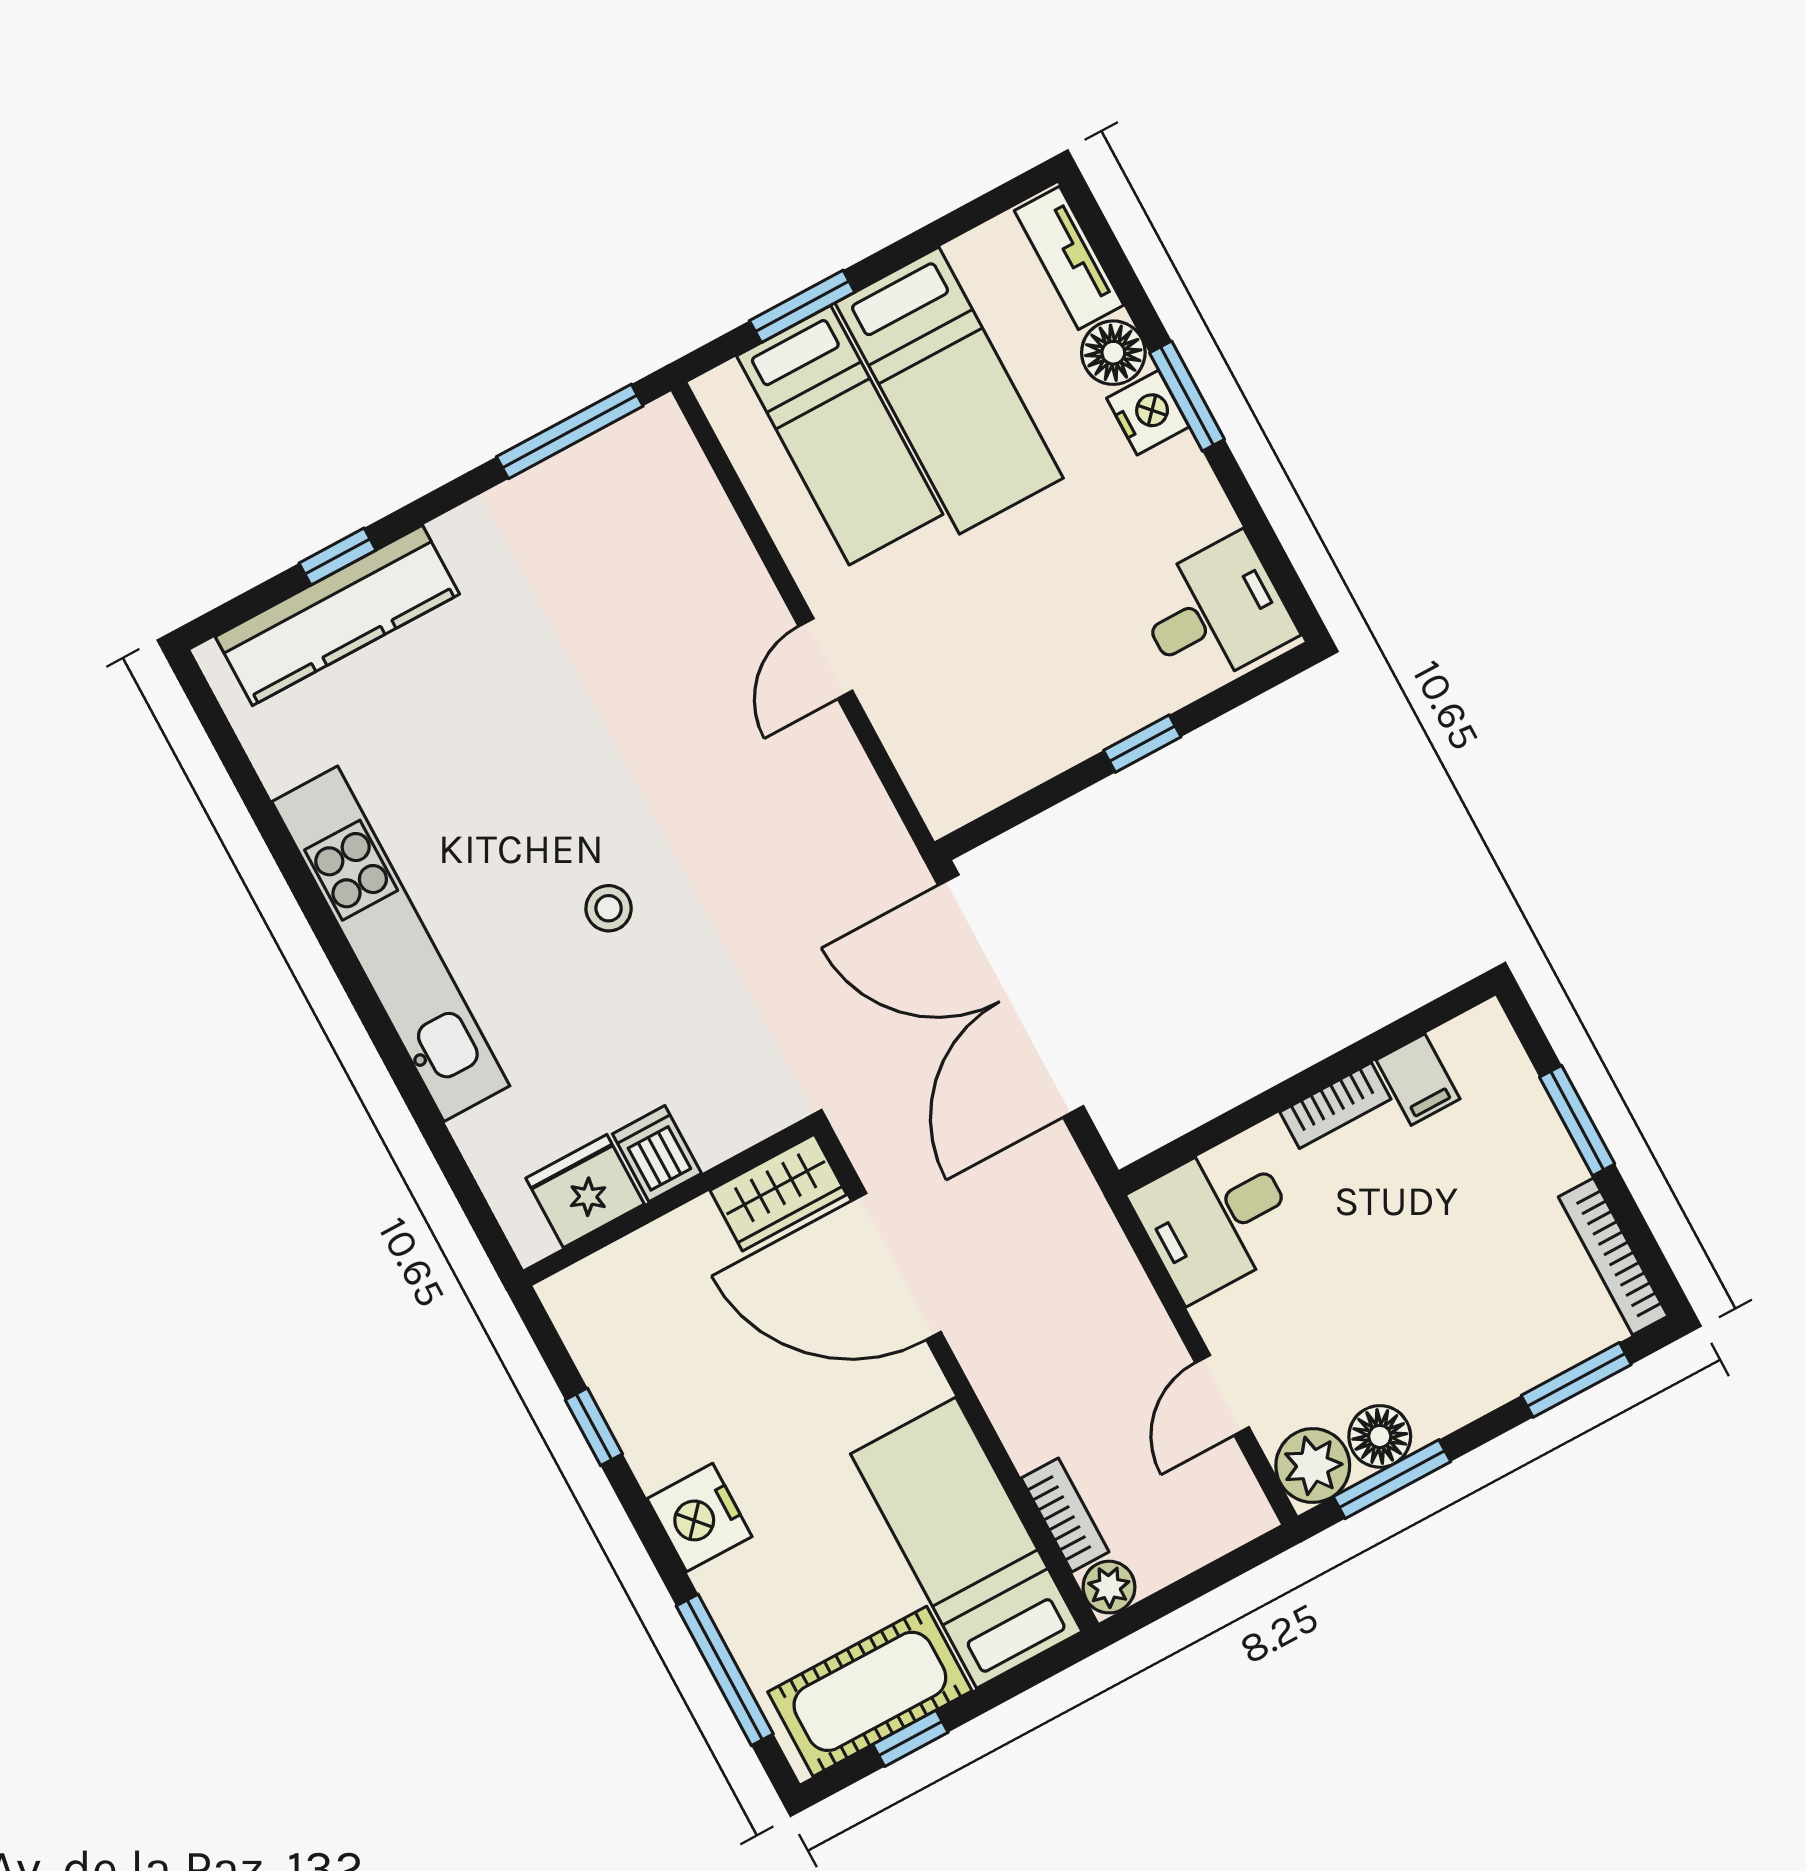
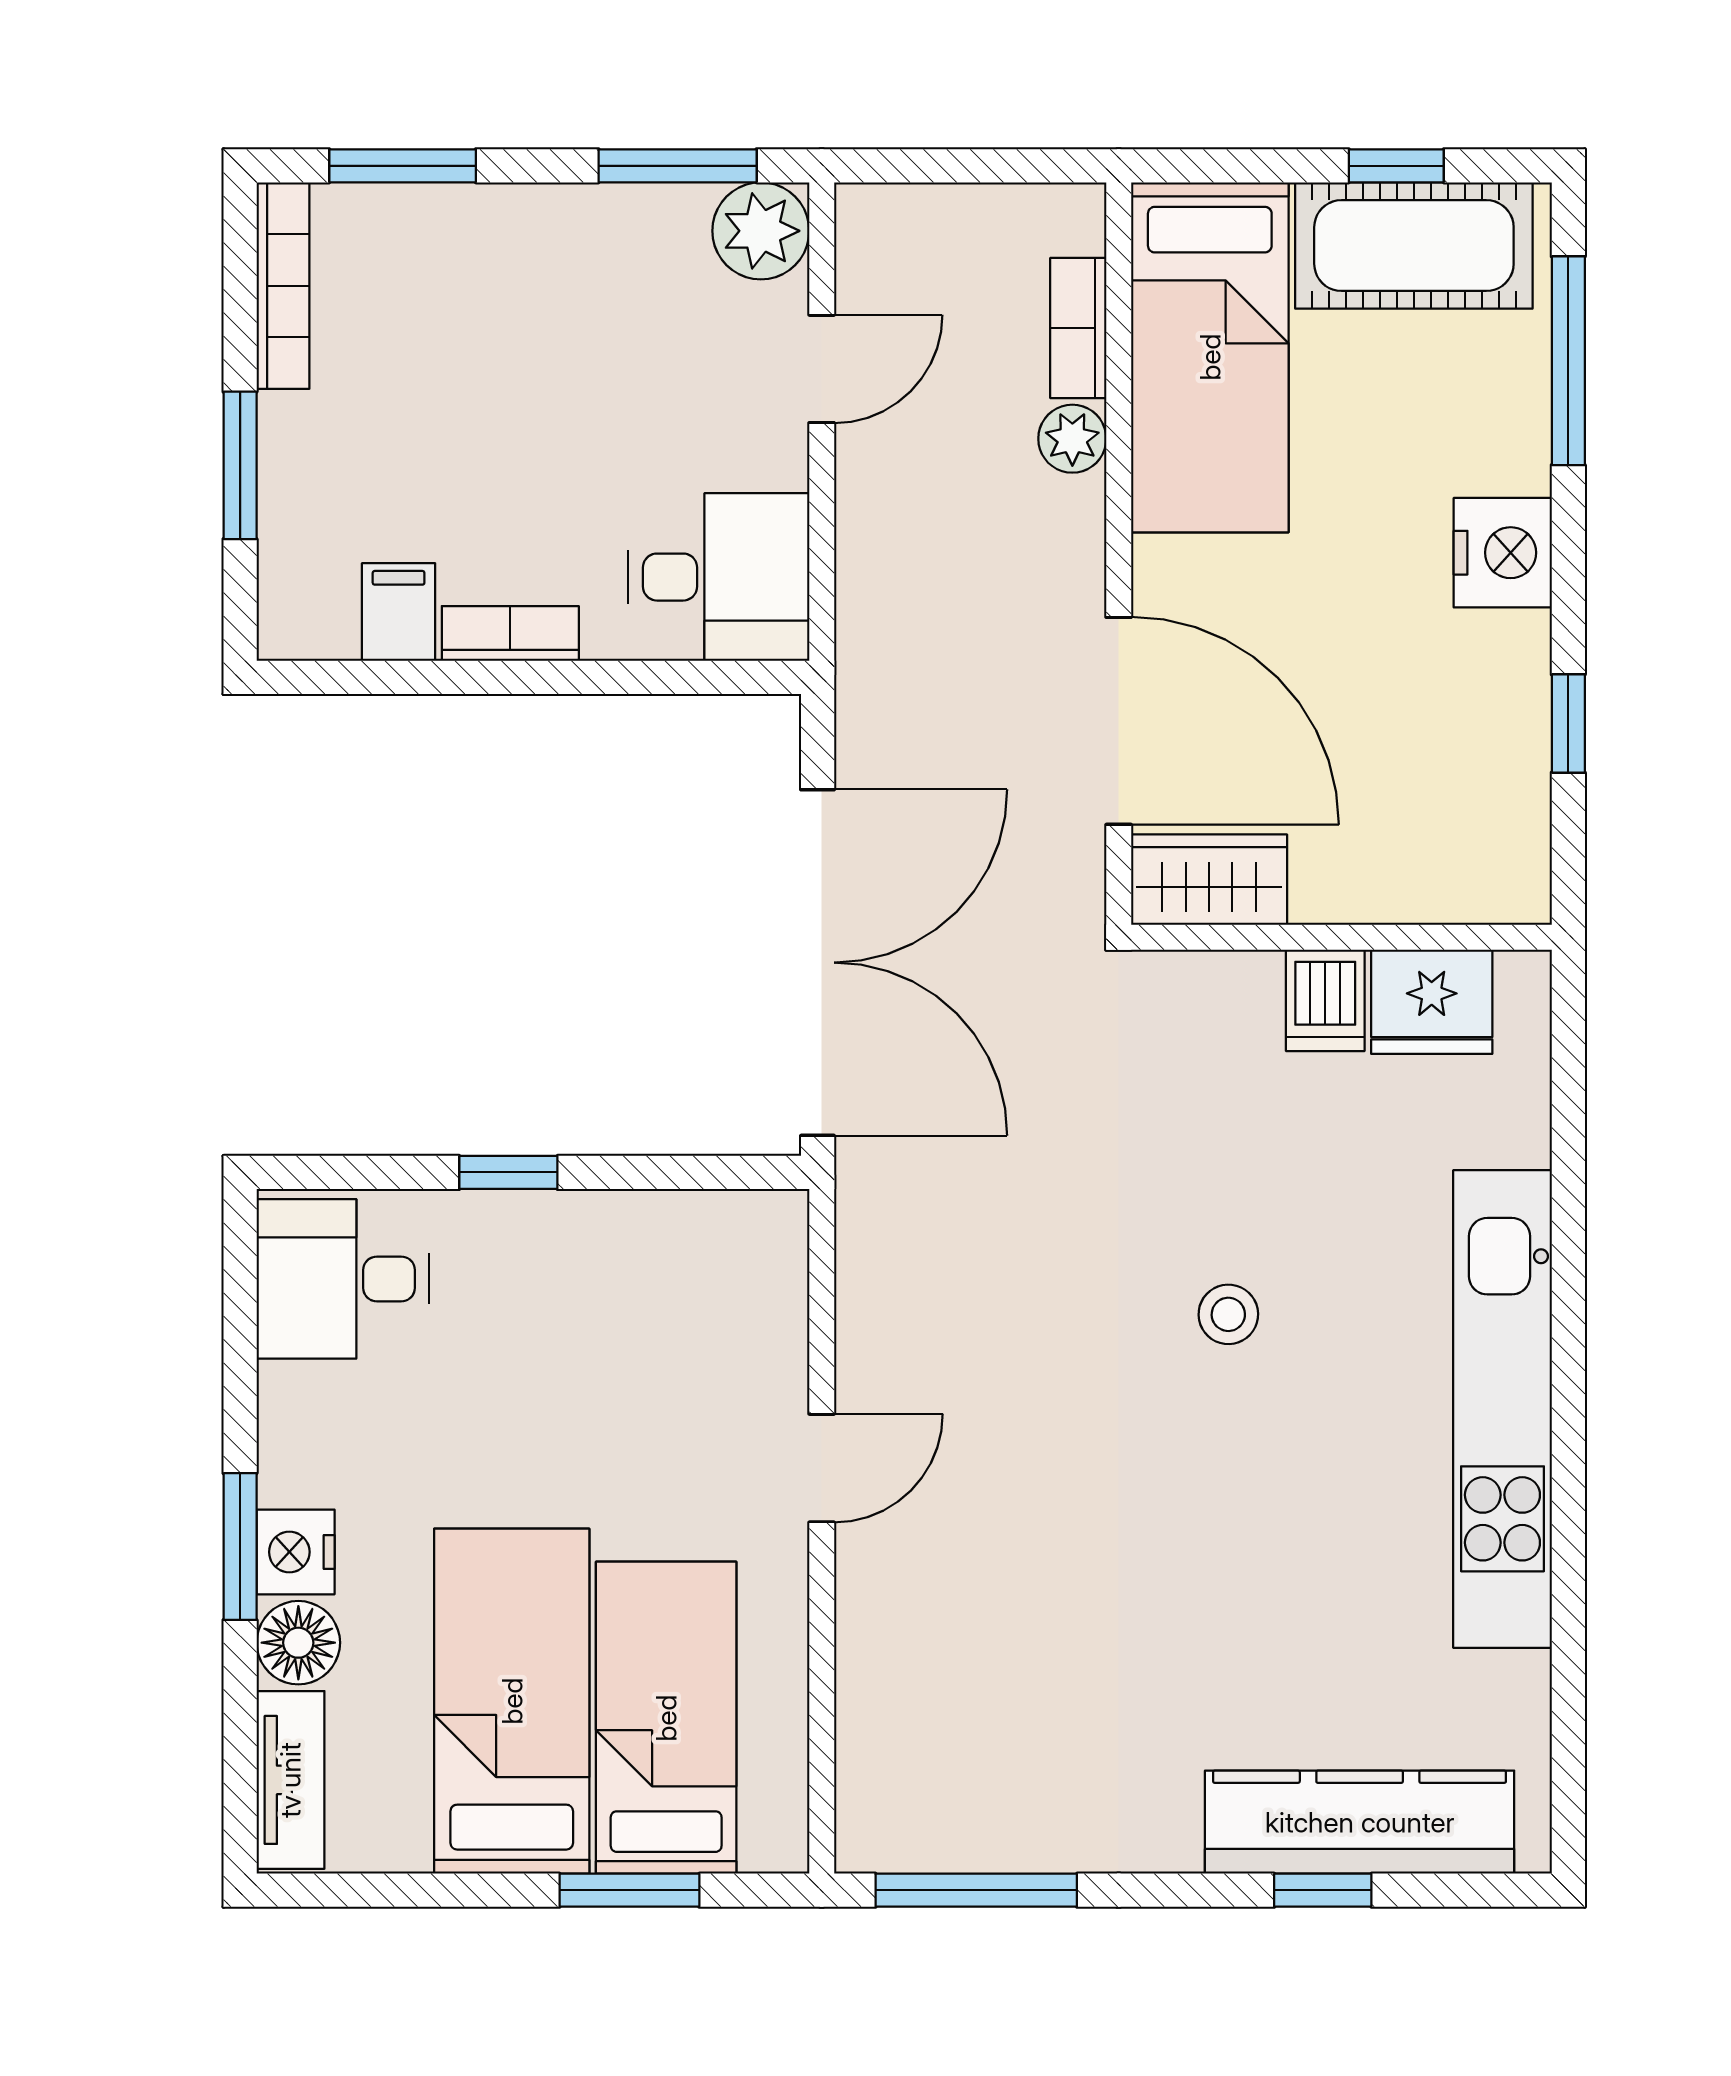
floor lamp: (1380, 1436) -> (665, 223), removed
plant: (1109, 1587) -> (1072, 439), moved

